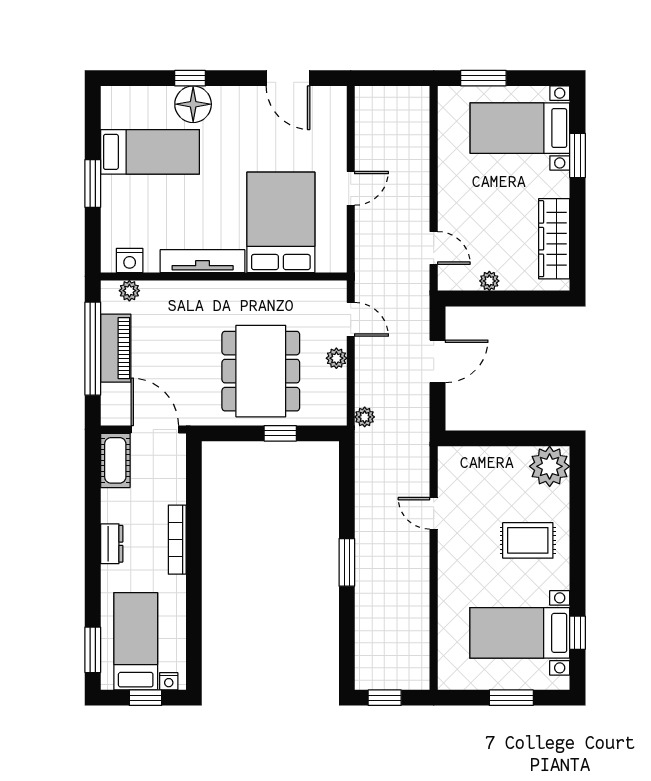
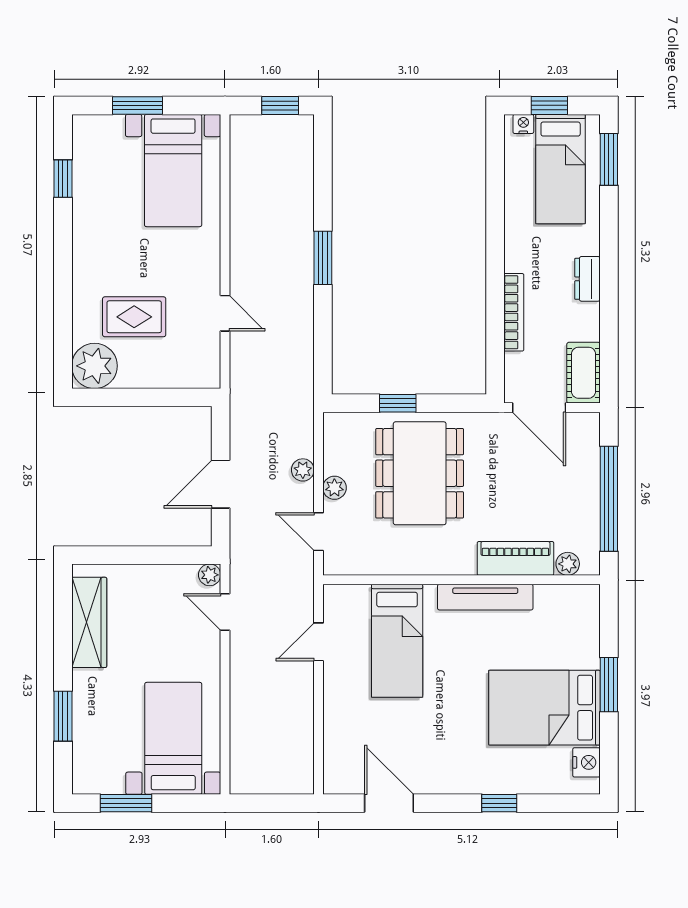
window: (483, 78) -> (126, 803), moved
floor lamp: (193, 104) -> (496, 774), removed
bed with nightstands: (520, 128) -> (173, 738), moved, turned -90
bed: (150, 152) -> (544, 708), width x1.50
door: (351, 188) -> (318, 642), moved
bed: (281, 222) -> (397, 641), width x0.67
nightstand: (130, 260) -> (586, 762), moved, turned 90
plant: (489, 281) -> (210, 575), moved
piano: (116, 348) -> (515, 558), moved, turned 90
plant: (365, 417) -> (303, 470), moved
bookcase: (177, 540) -> (514, 312), moved
rug: (528, 540) -> (134, 317), moved
bed with nightstands: (520, 633) -> (173, 171), moved, turned 90

